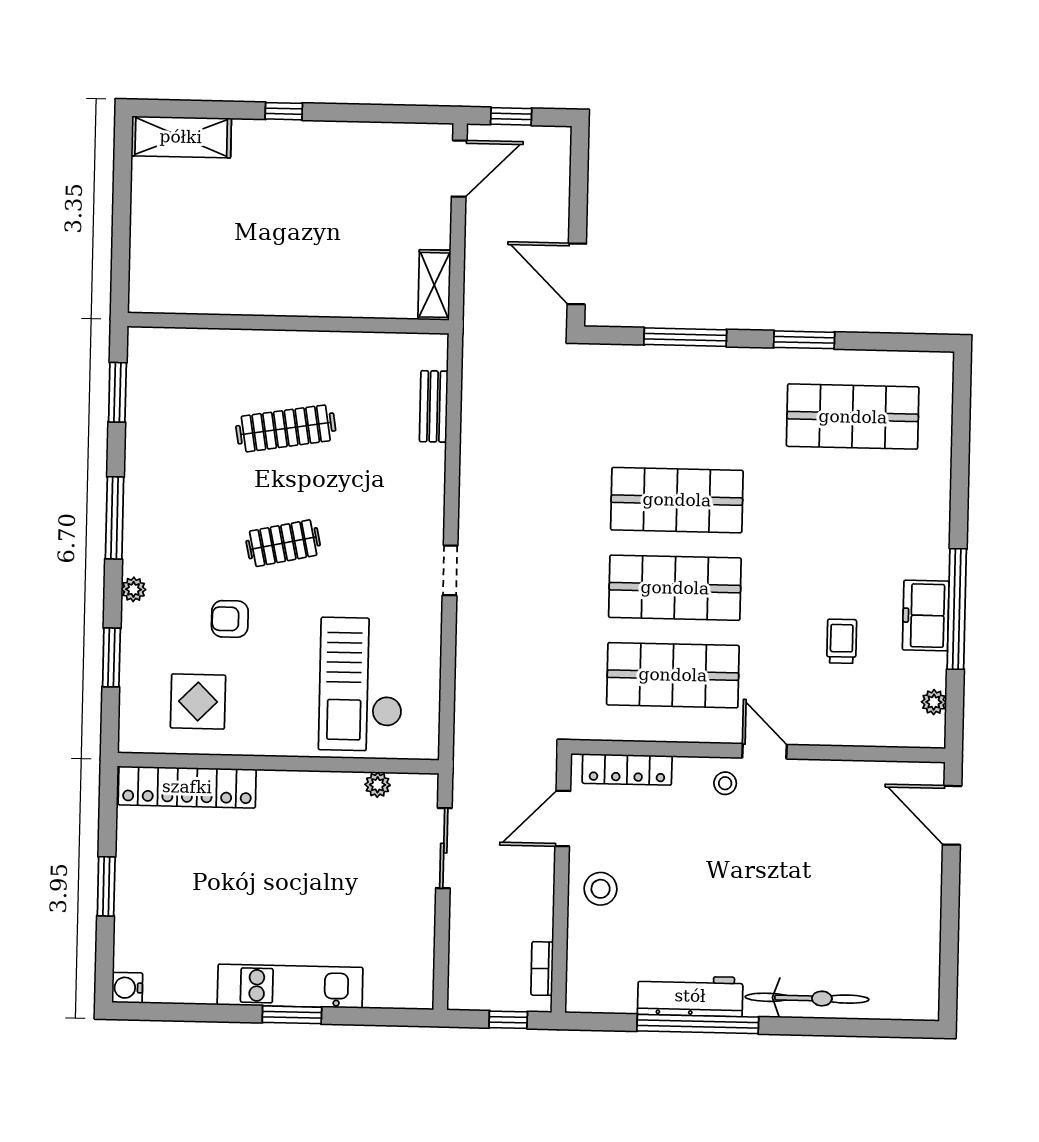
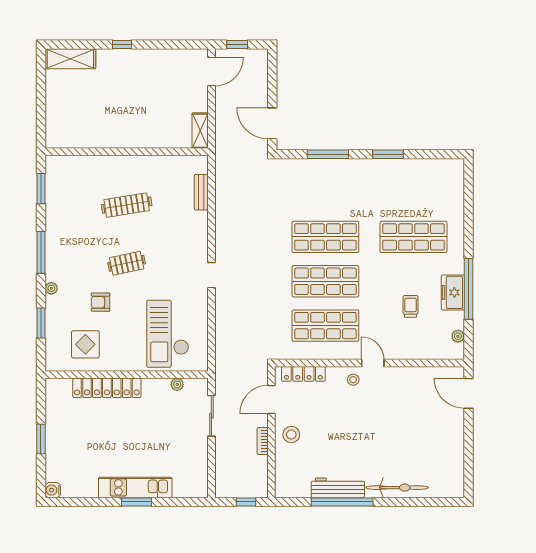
shop shelf: (853, 417) -> (414, 237), moved
locker: (187, 787) -> (107, 388), moved
bookcase: (542, 969) -> (263, 441), moved

